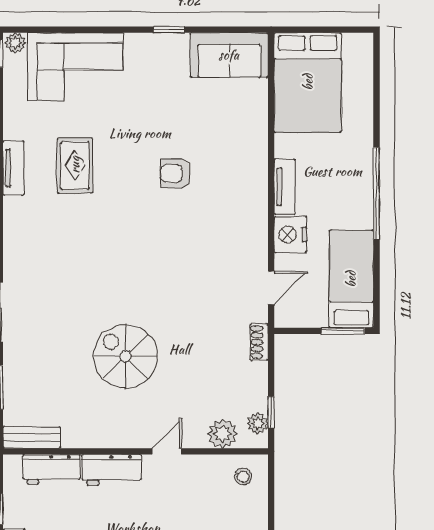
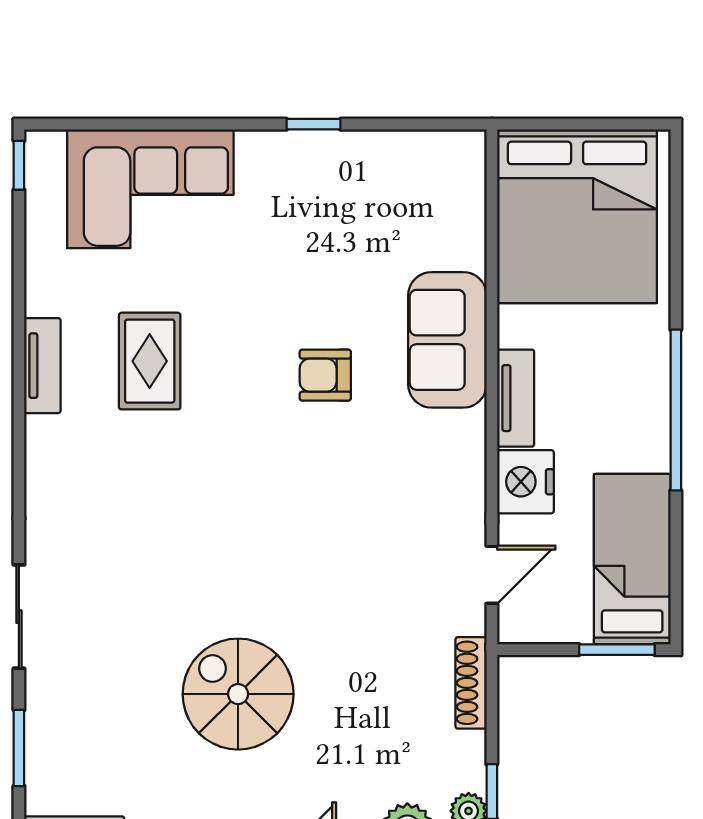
plant: (15, 43) -> (46, 147), removed
sofa: (229, 55) -> (447, 340), moved, turned 90
bed: (308, 82) -> (577, 216), width x1.36
shoe rack: (259, 342) -> (471, 683), width x1.43

